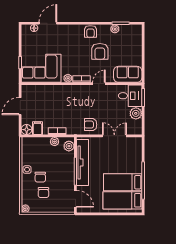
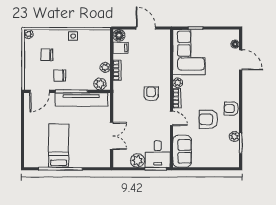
armchair: (91, 125) -> (151, 94), moved
chair: (40, 177) -> (60, 75), moved
bed: (122, 200) -> (38, 145), removed

